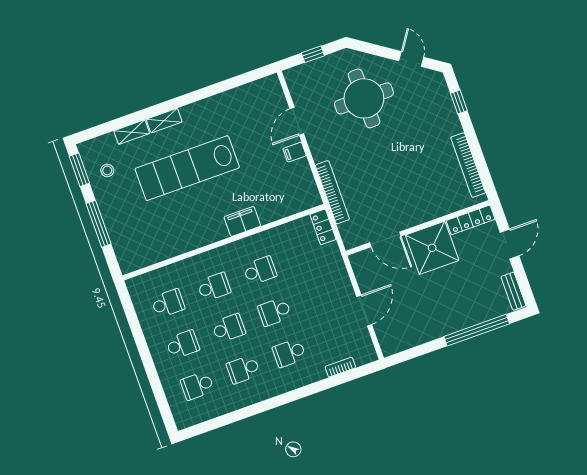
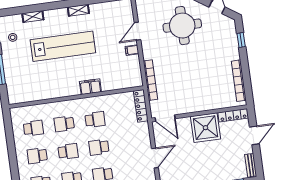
shelving: (164, 121) -> (78, 10), moved
lab bench: (187, 168) -> (63, 46), turned 180
locker: (323, 227) -> (141, 106), width x1.53
door: (385, 239) -> (165, 118), moved
school desk: (214, 287) -> (64, 124), turned 180
school desk: (183, 344) -> (37, 156), turned 180

